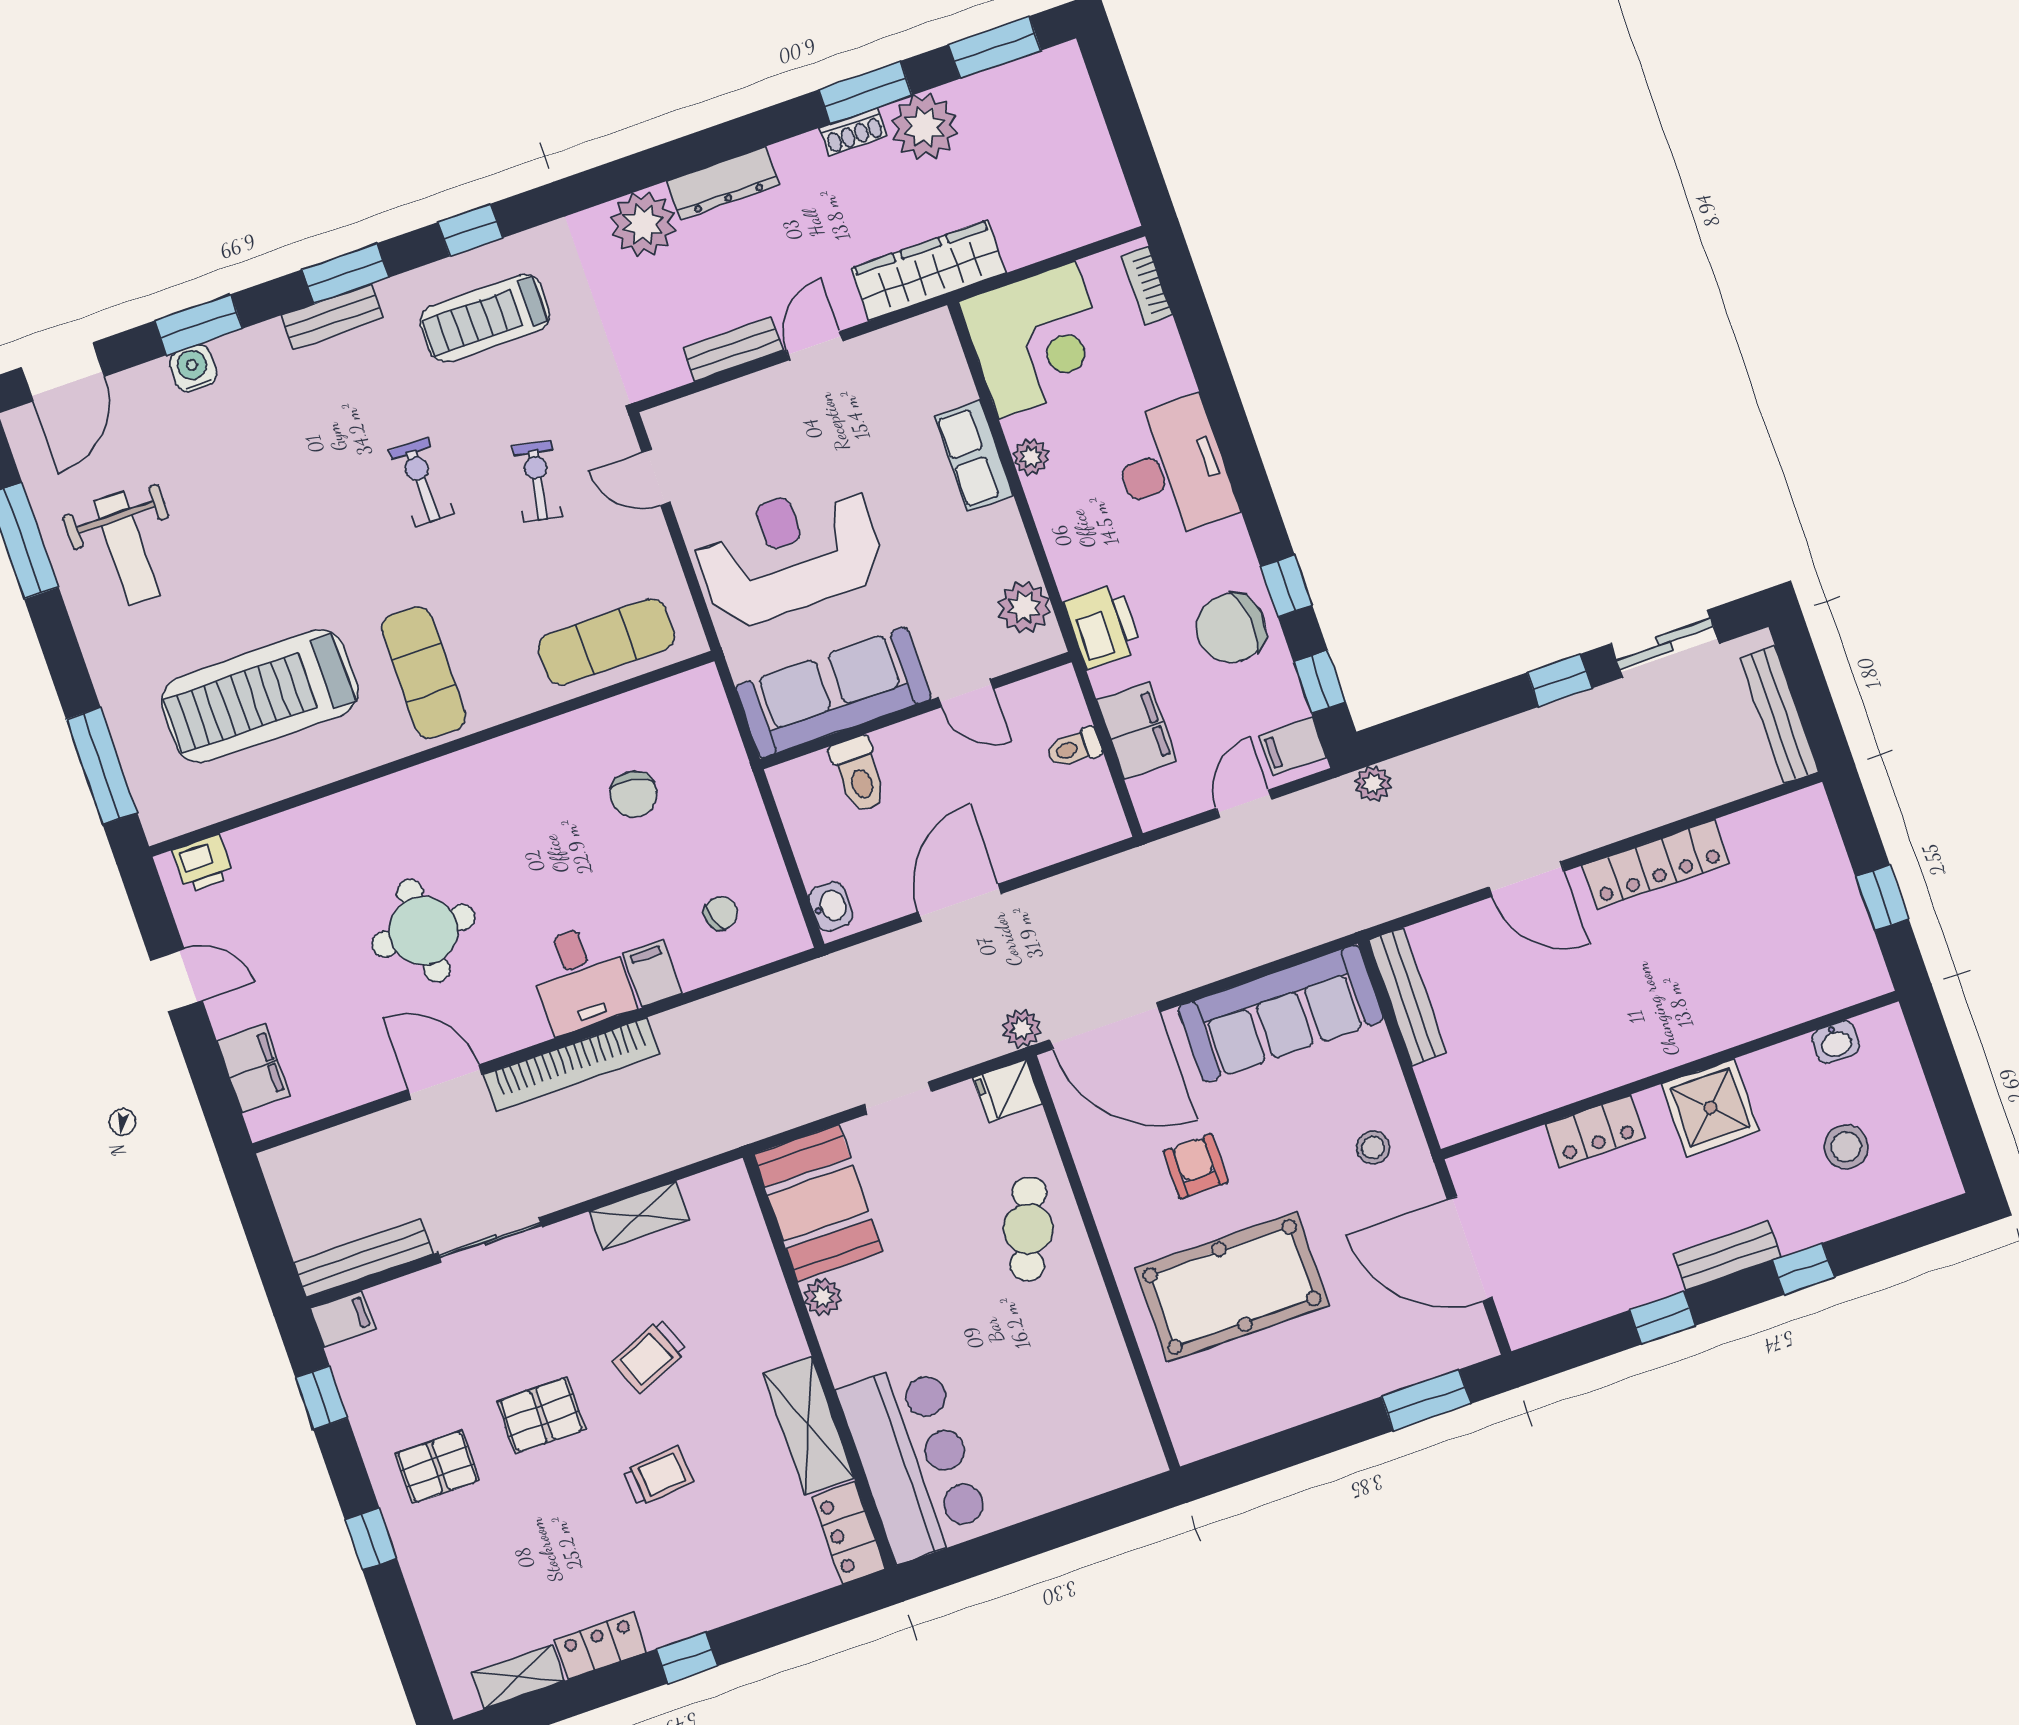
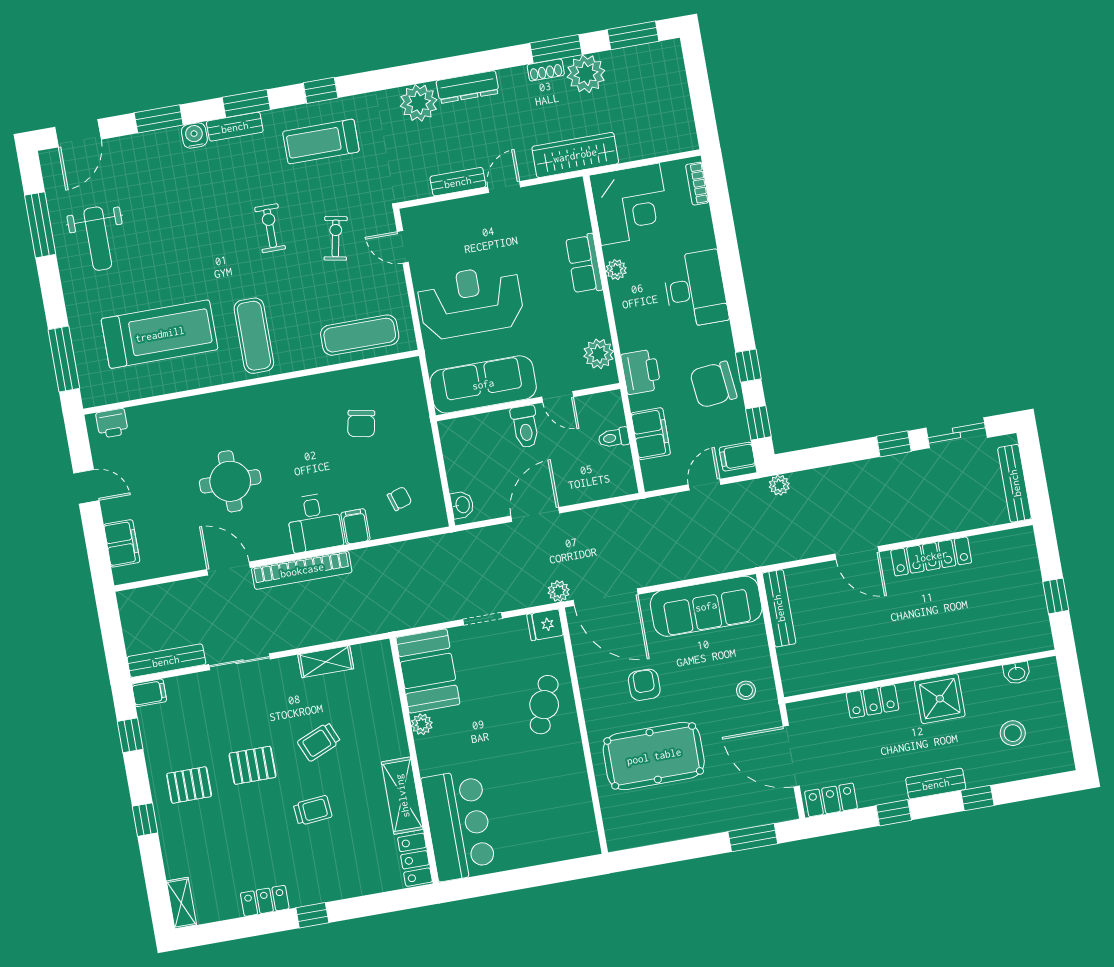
water cooler: (193, 368) -> (194, 135), moved
treadmill: (260, 696) -> (160, 334), turned 180
toilet: (859, 774) -> (525, 427), moved
locker: (1551, 1313) -> (831, 800), added
shelving: (518, 1677) -> (181, 903), moved, turned 90

